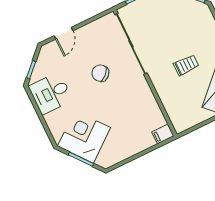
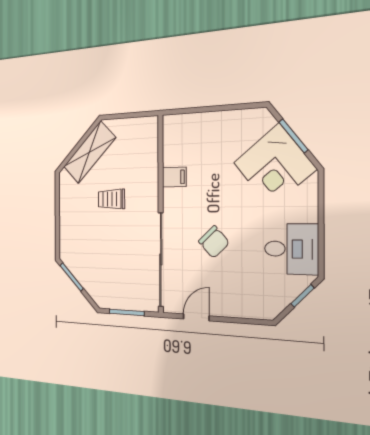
door: (64, 33) -> (196, 317), moved
filing cabinet: (163, 134) -> (174, 177), moved

